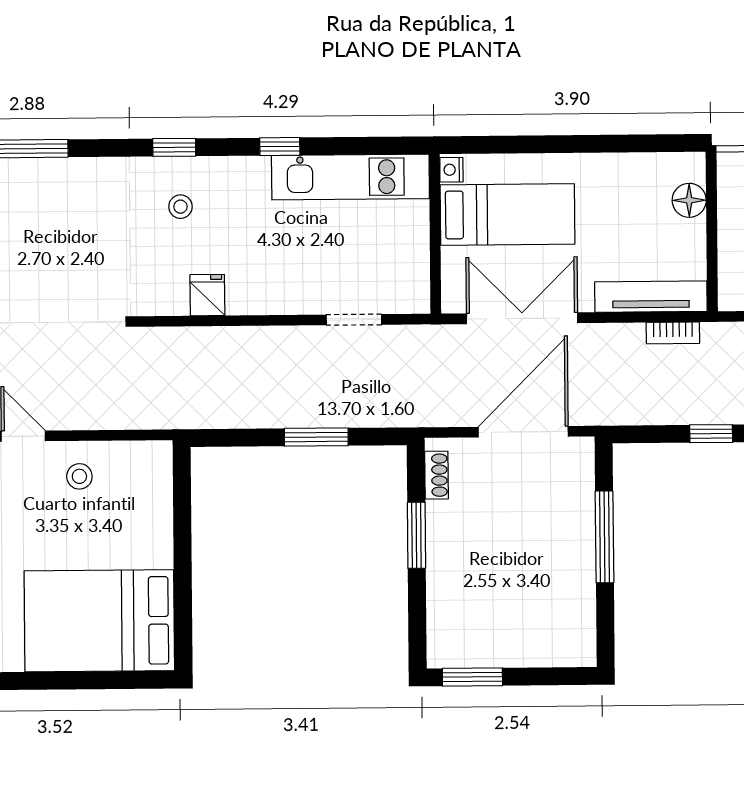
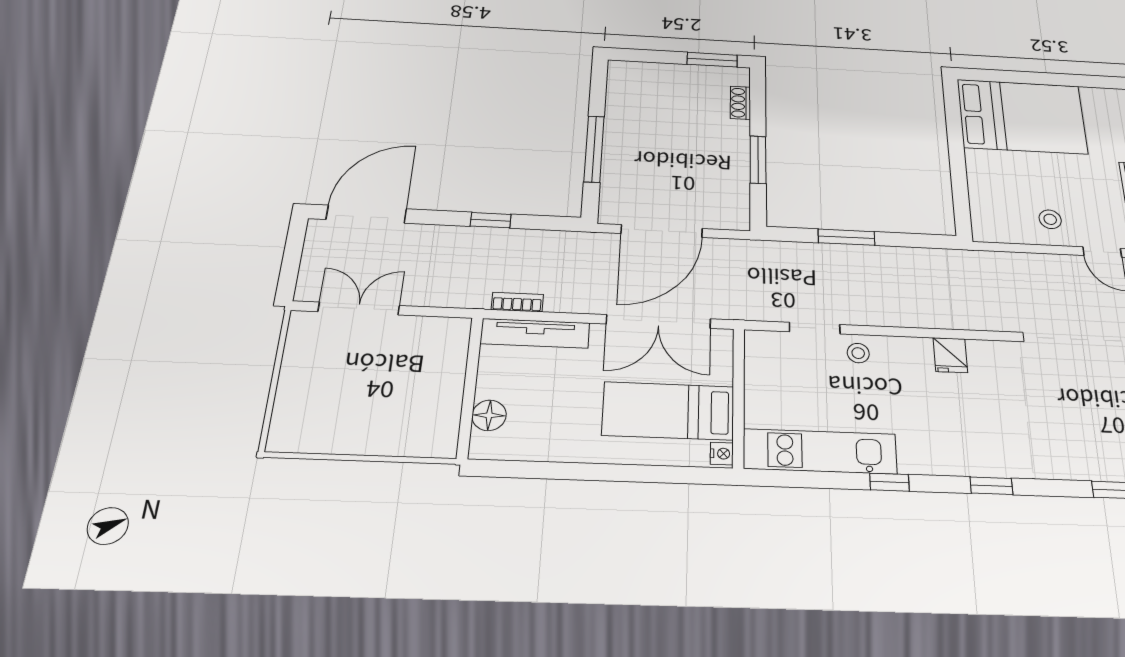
stool: (180, 207) -> (858, 353), moved
shoe rack: (436, 475) -> (740, 103), moved

